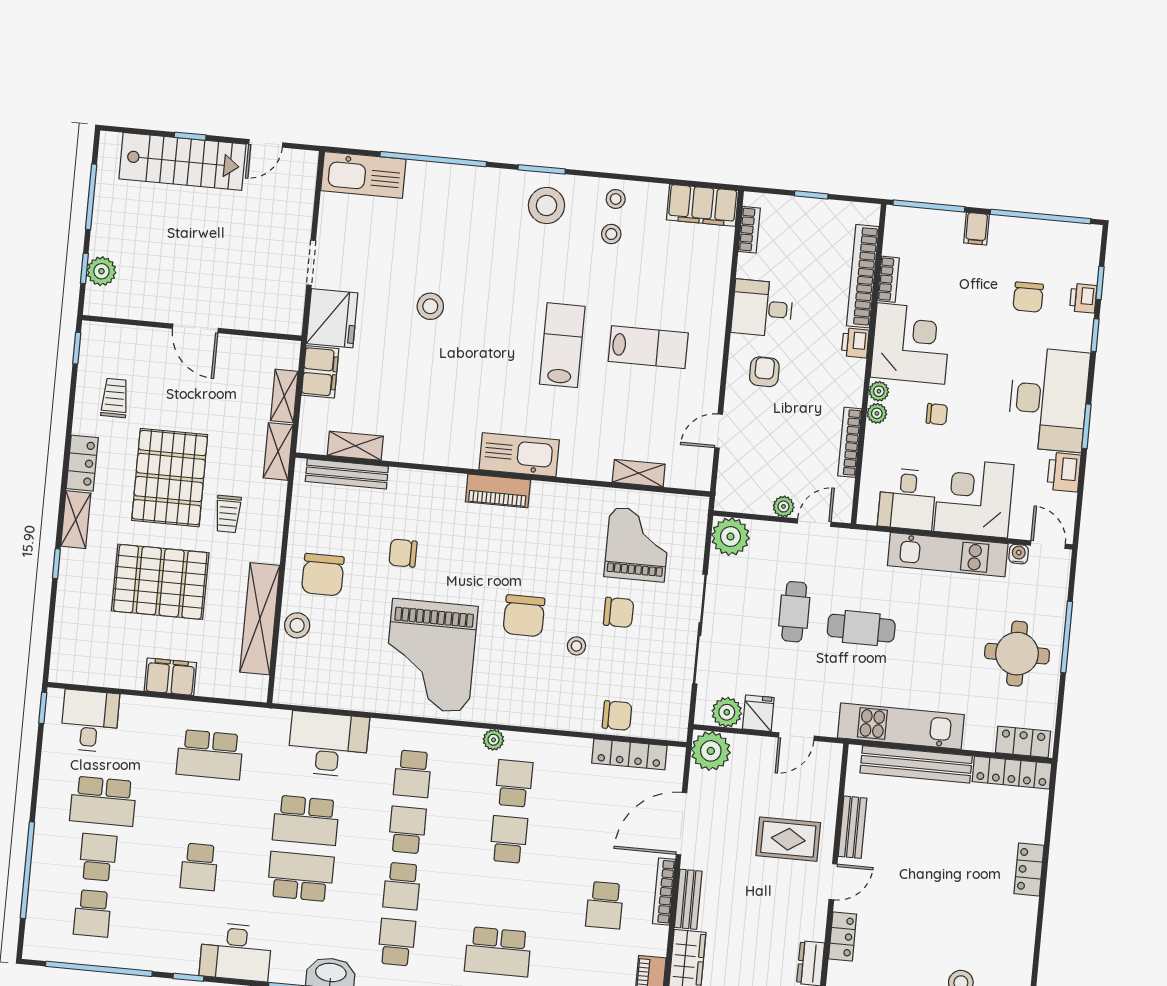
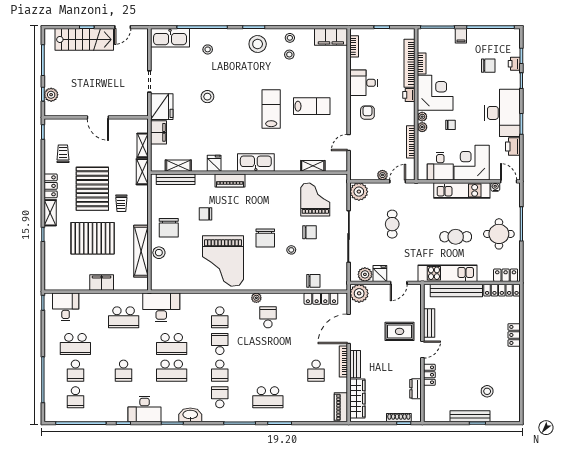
stool: (440, 207) -> (208, 49), added
chair: (1028, 297) -> (488, 66), turned -90
fridge: (431, 448) -> (214, 163), added
piano: (498, 491) -> (230, 180), moved
cafe table: (861, 628) -> (456, 237), moved
desk: (328, 744) -> (161, 307), moved
school desk: (509, 839) -> (268, 344), removed
school desk: (98, 857) -> (75, 371), turned 180
school desk: (301, 876) -> (172, 371), turned 180

